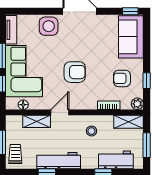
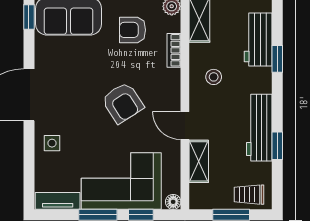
side table: (49, 26) -> (52, 143), width x0.54, depth x0.54
armchair: (75, 72) -> (123, 103), turned 147
armchair: (122, 78) -> (132, 30), turned 90
floor lamp: (23, 105) -> (173, 202), moved

